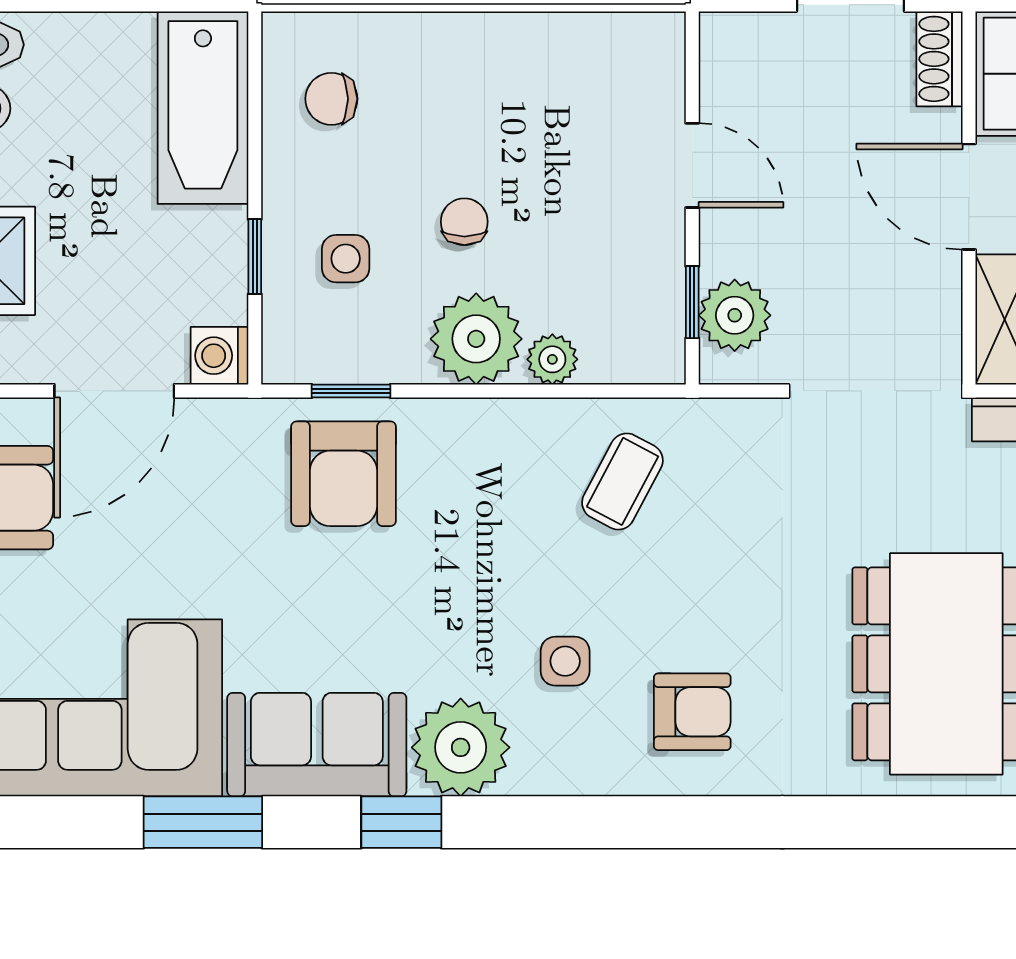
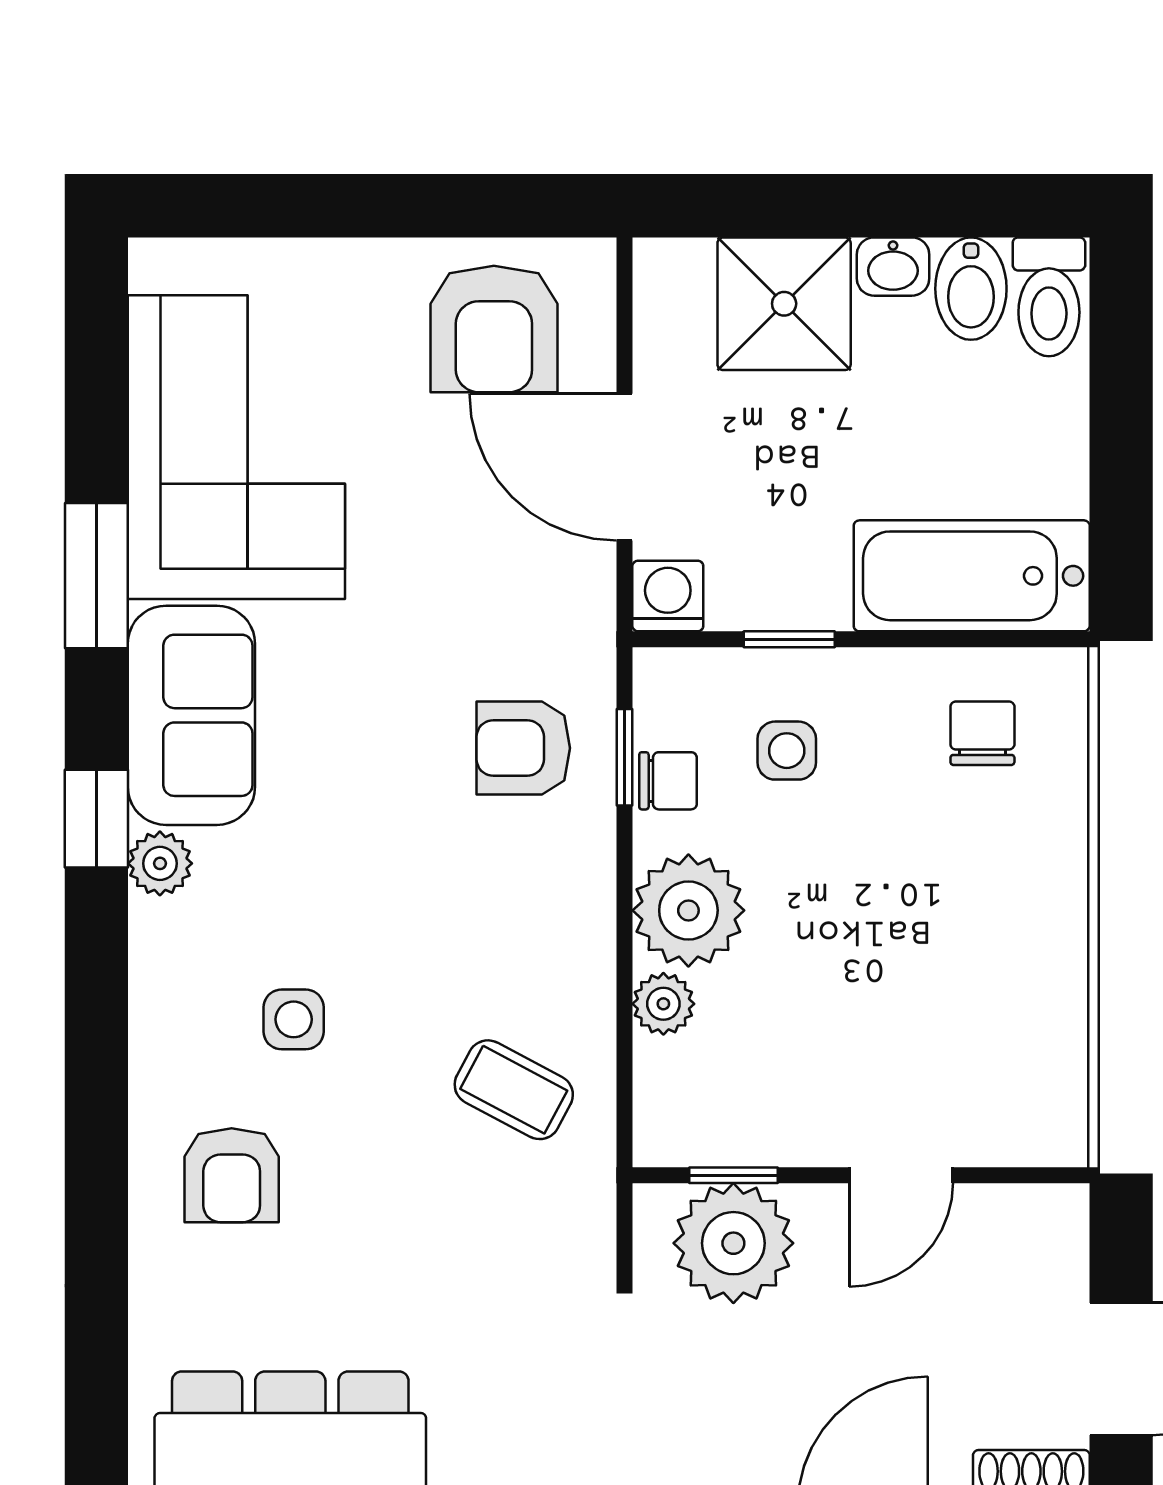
chair: (464, 222) -> (668, 781), moved
plant: (735, 315) -> (733, 1243), width x1.36, depth x1.36
armchair: (344, 474) -> (523, 748), width x0.72, depth x0.72
plant: (461, 747) -> (160, 863), width x0.53, depth x0.53

